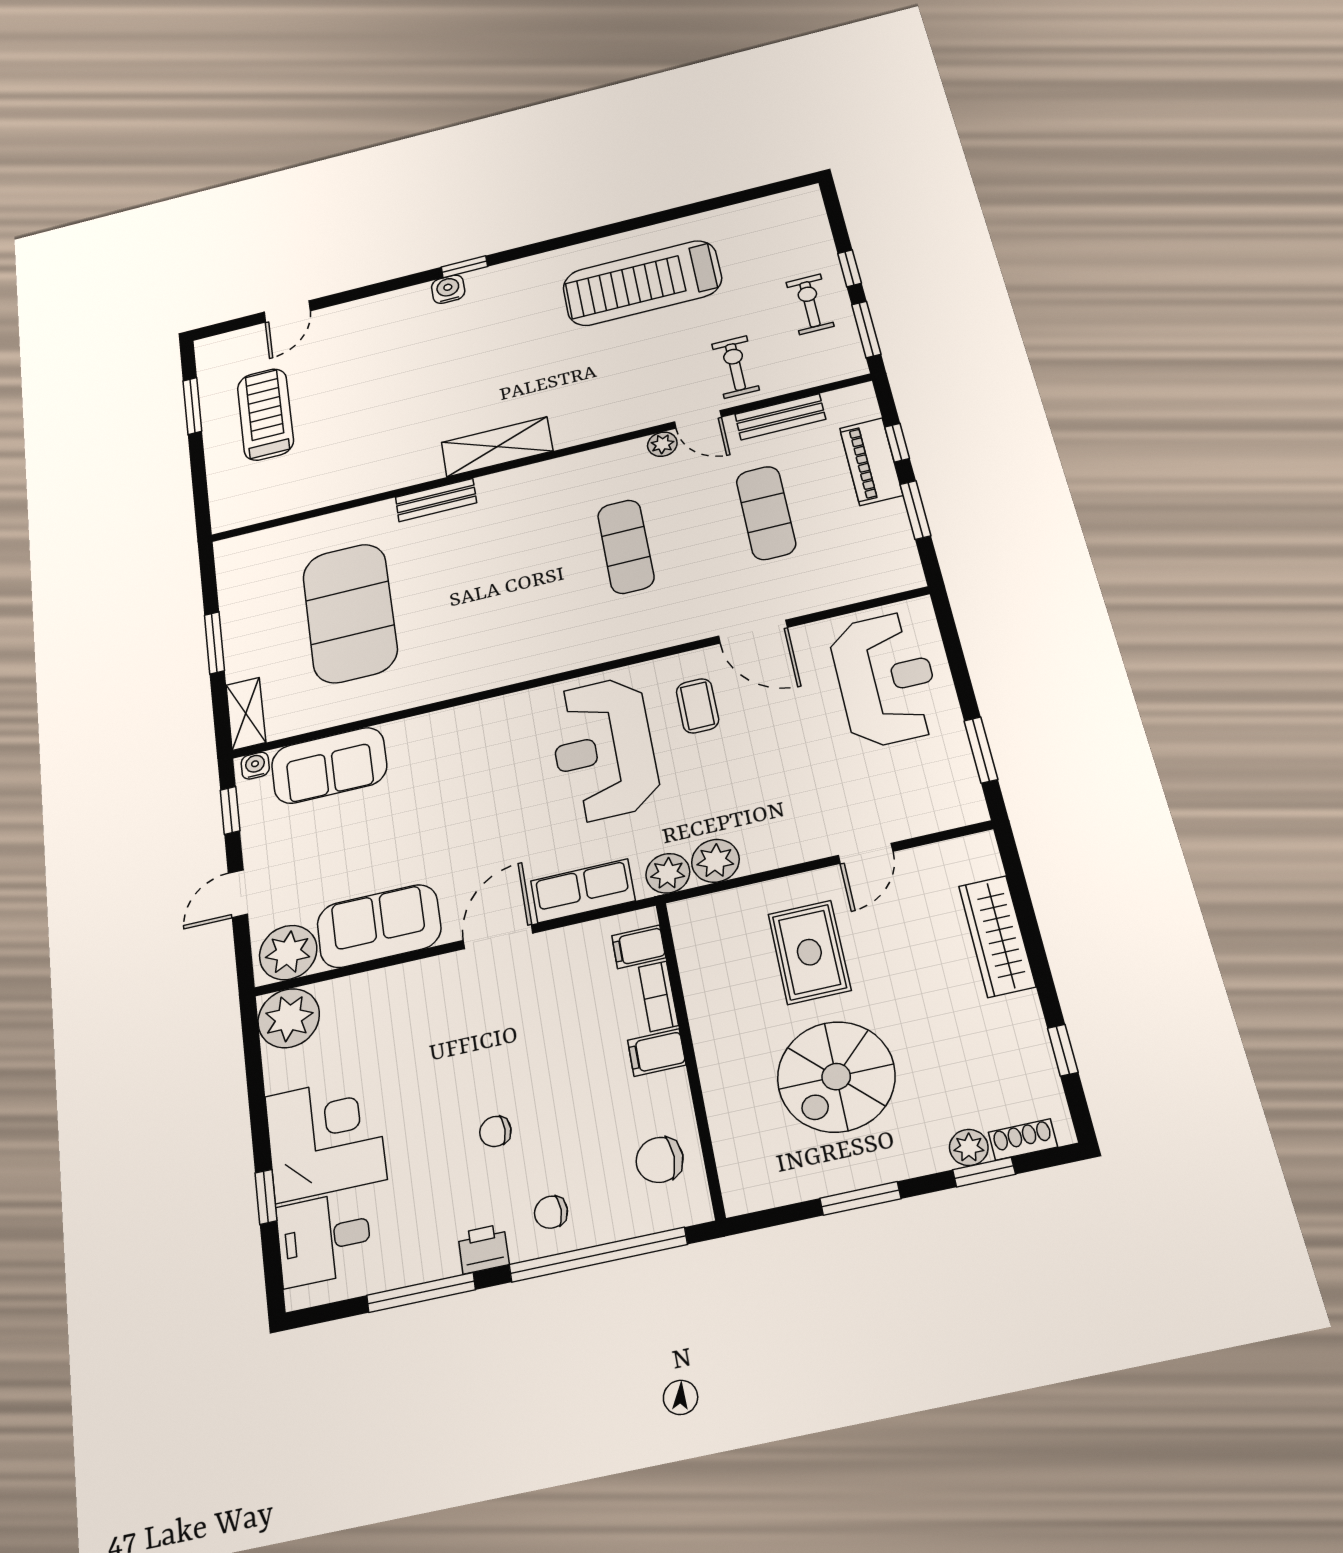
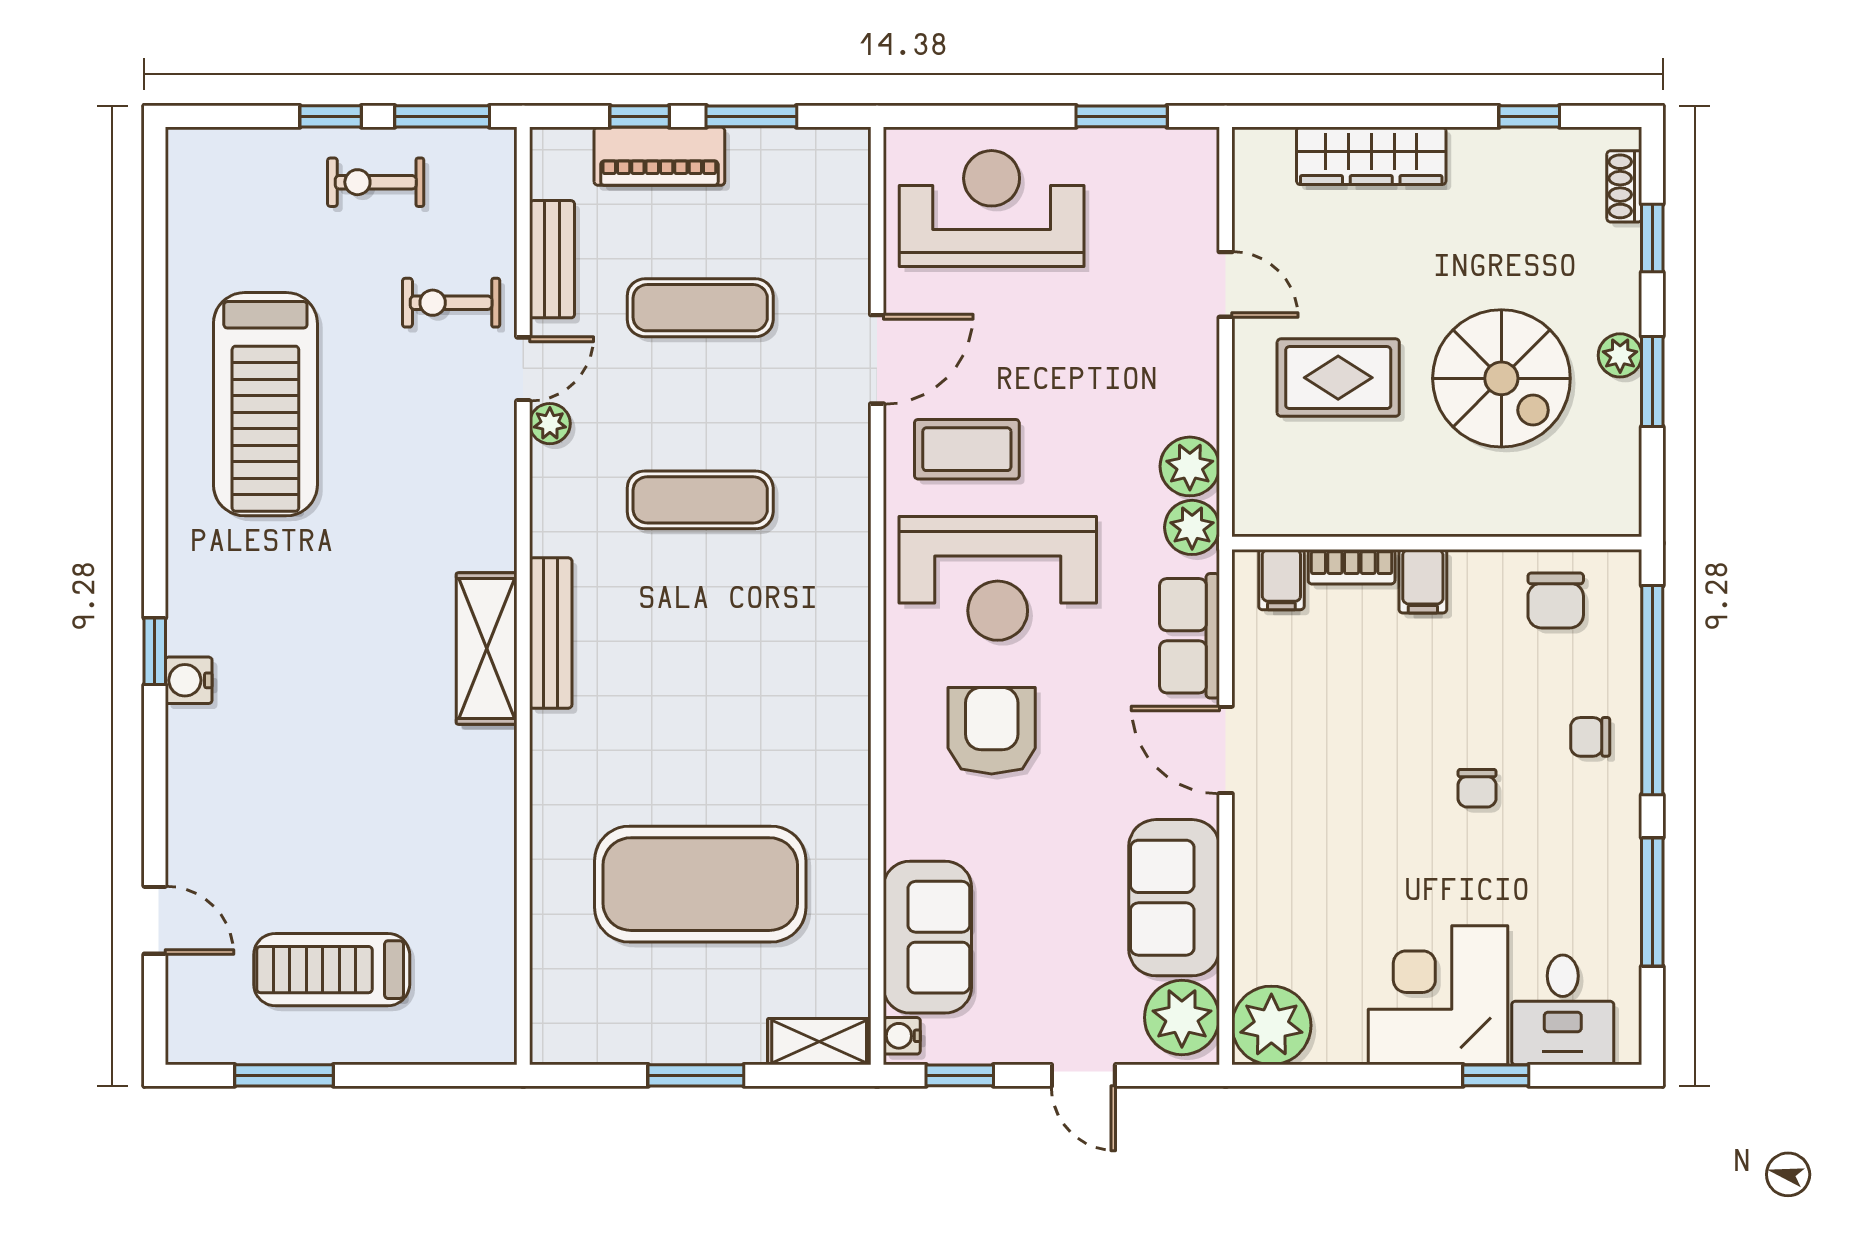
bench: (436, 500) -> (551, 633), moved, width x1.36
coffee table: (697, 706) -> (967, 449), width x1.36, depth x1.30
armchair: (488, 772) -> (992, 731), added
plant: (969, 1147) -> (1620, 355), moved
chair: (551, 1212) -> (1590, 737), turned 90
printer: (483, 1249) -> (1617, 822), removed

